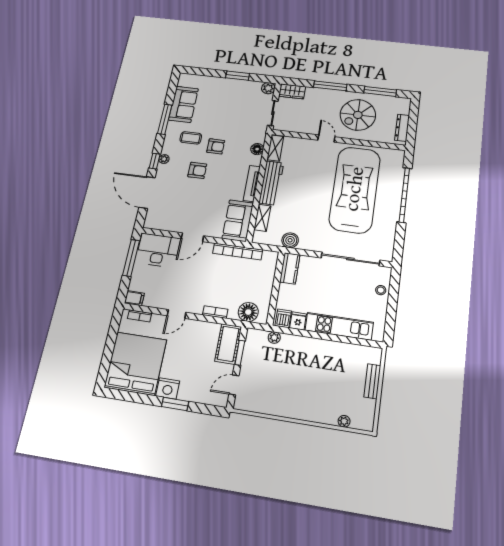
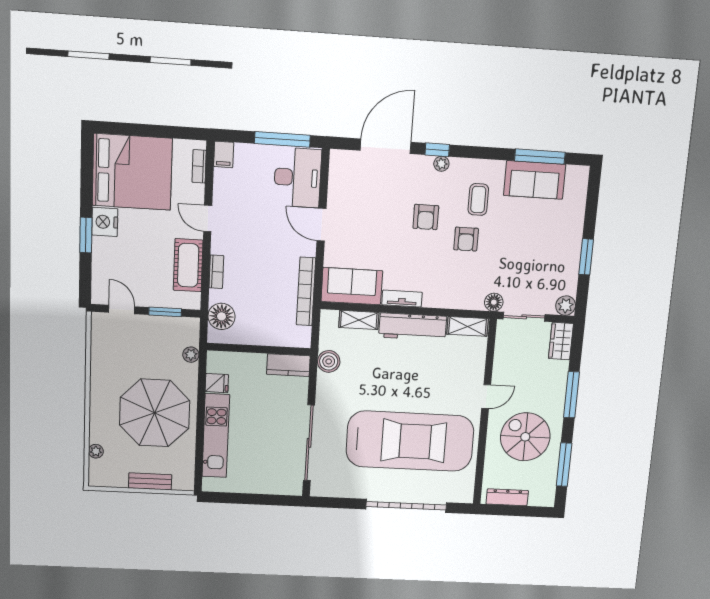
window: (165, 119) -> (540, 157), moved
floor lamp: (257, 149) -> (494, 302), moved
tv unit: (252, 183) -> (402, 299), width x0.71
stool: (381, 290) -> (270, 484), removed
dishwasher: (283, 318) -> (218, 363), removed
cot: (228, 344) -> (188, 265), moved, turned 90
parasol: (317, 370) -> (155, 413), added

